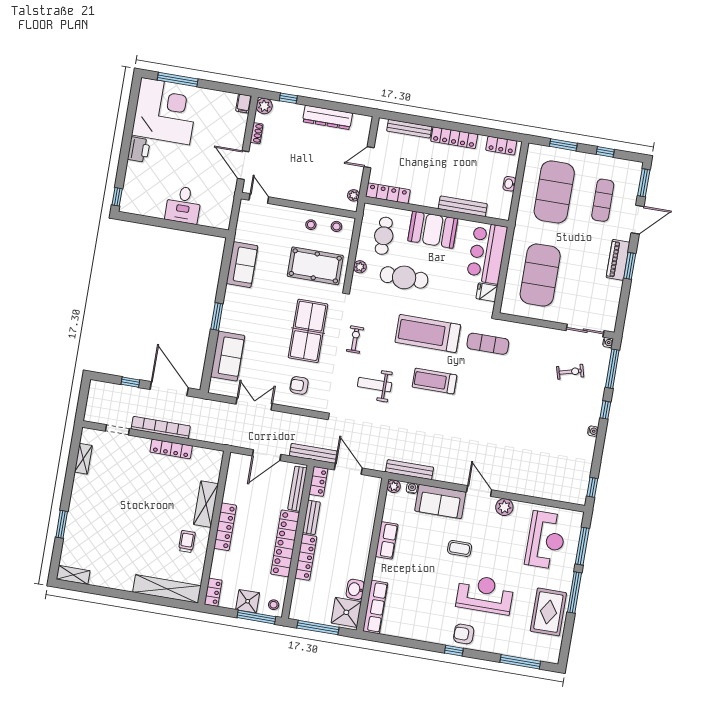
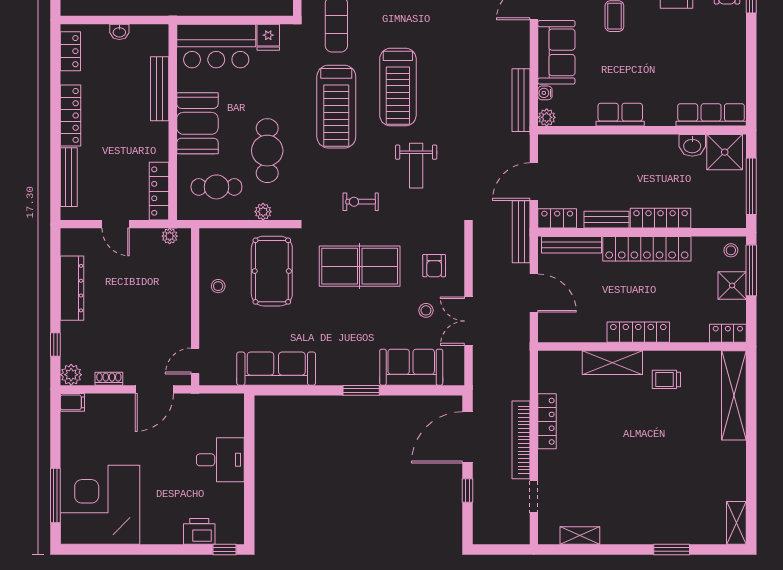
printer: (139, 150) -> (199, 531), moved
stool: (336, 226) -> (426, 310), moved
sofa: (242, 265) -> (276, 369), width x1.36
treadmill: (434, 381) -> (398, 87), width x1.37, depth x1.38

